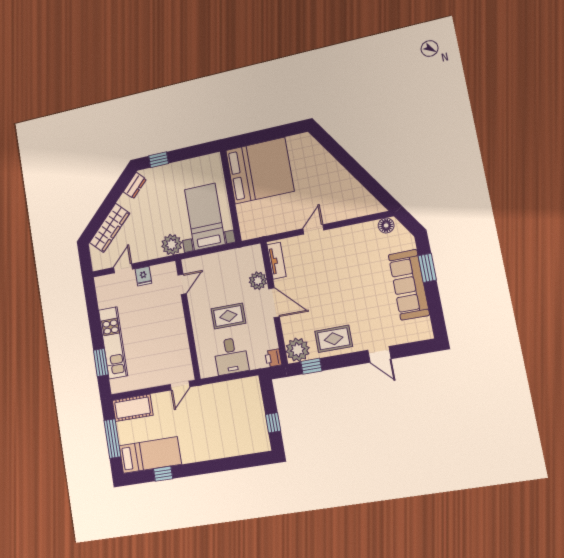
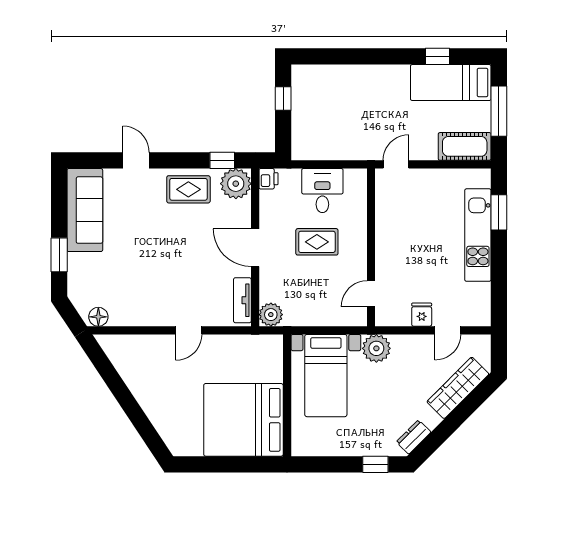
plant: (258, 281) -> (271, 315), moved
sofa: (409, 285) -> (85, 210), moved

